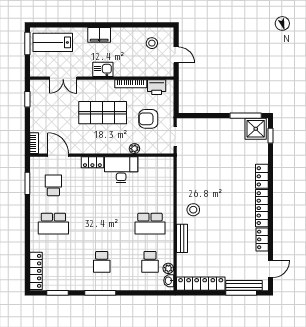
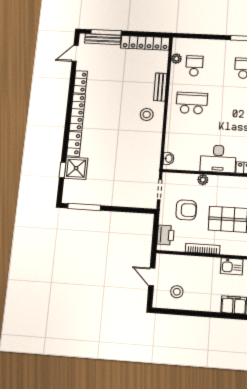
printer: (157, 87) -> (166, 235), moved, turned 90
shower: (256, 129) -> (76, 168), moved
window: (270, 136) -> (63, 170), moved
washbasin: (169, 281) -> (169, 158), moved

